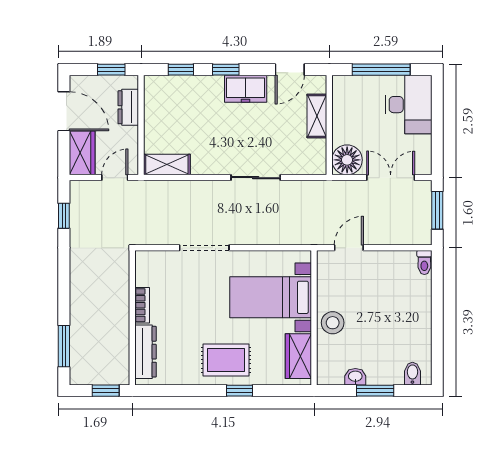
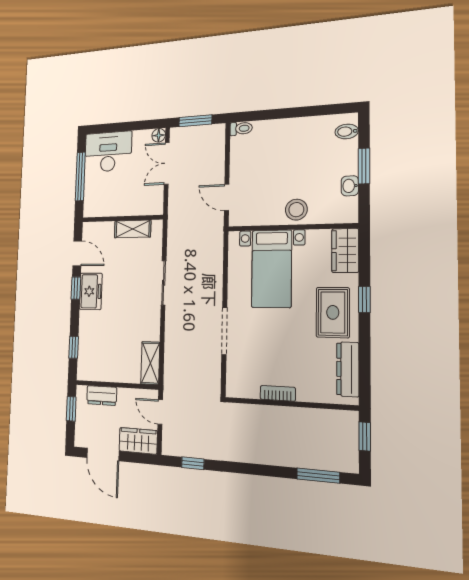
window: (226, 70) -> (76, 288), moved
door: (64, 111) -> (103, 454), swing flipped
shelving: (317, 116) -> (133, 229), moved
floor lamp: (347, 160) -> (159, 135), moved, width x0.53, depth x0.53
dresser: (146, 352) -> (348, 369), moved, turned -90
wardrobe: (298, 356) -> (345, 251), moved, turned 90

